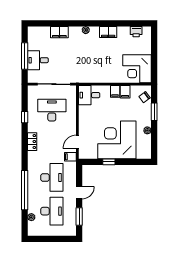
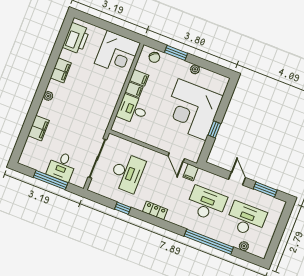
printer: (136, 32) -> (76, 38), width x1.87, depth x1.48
desk: (89, 95) -> (132, 109), moved, turned 90
desk: (52, 110) -> (127, 173), turned 180

